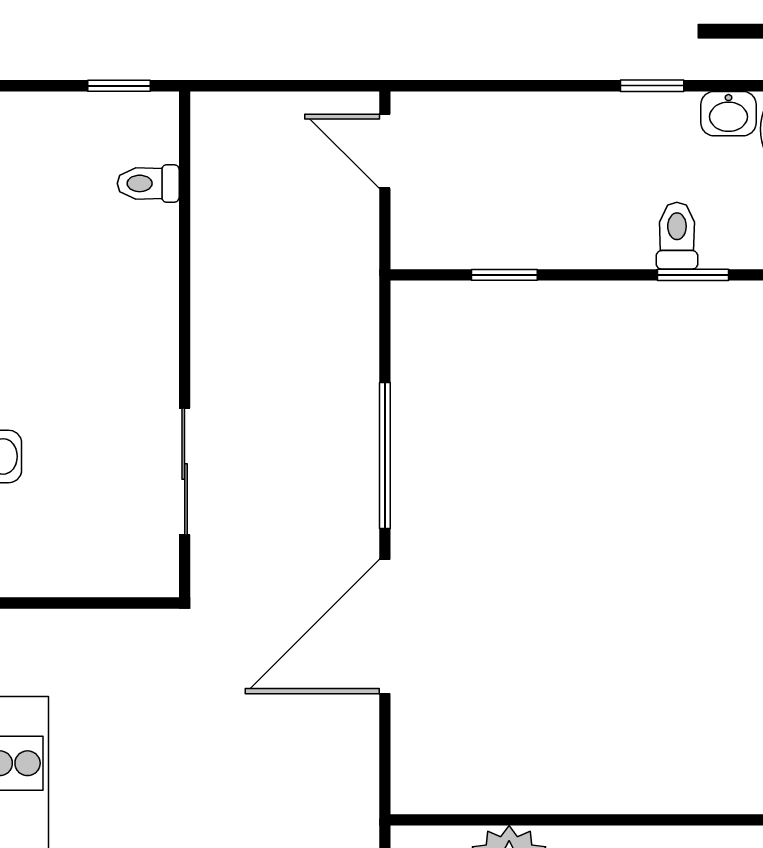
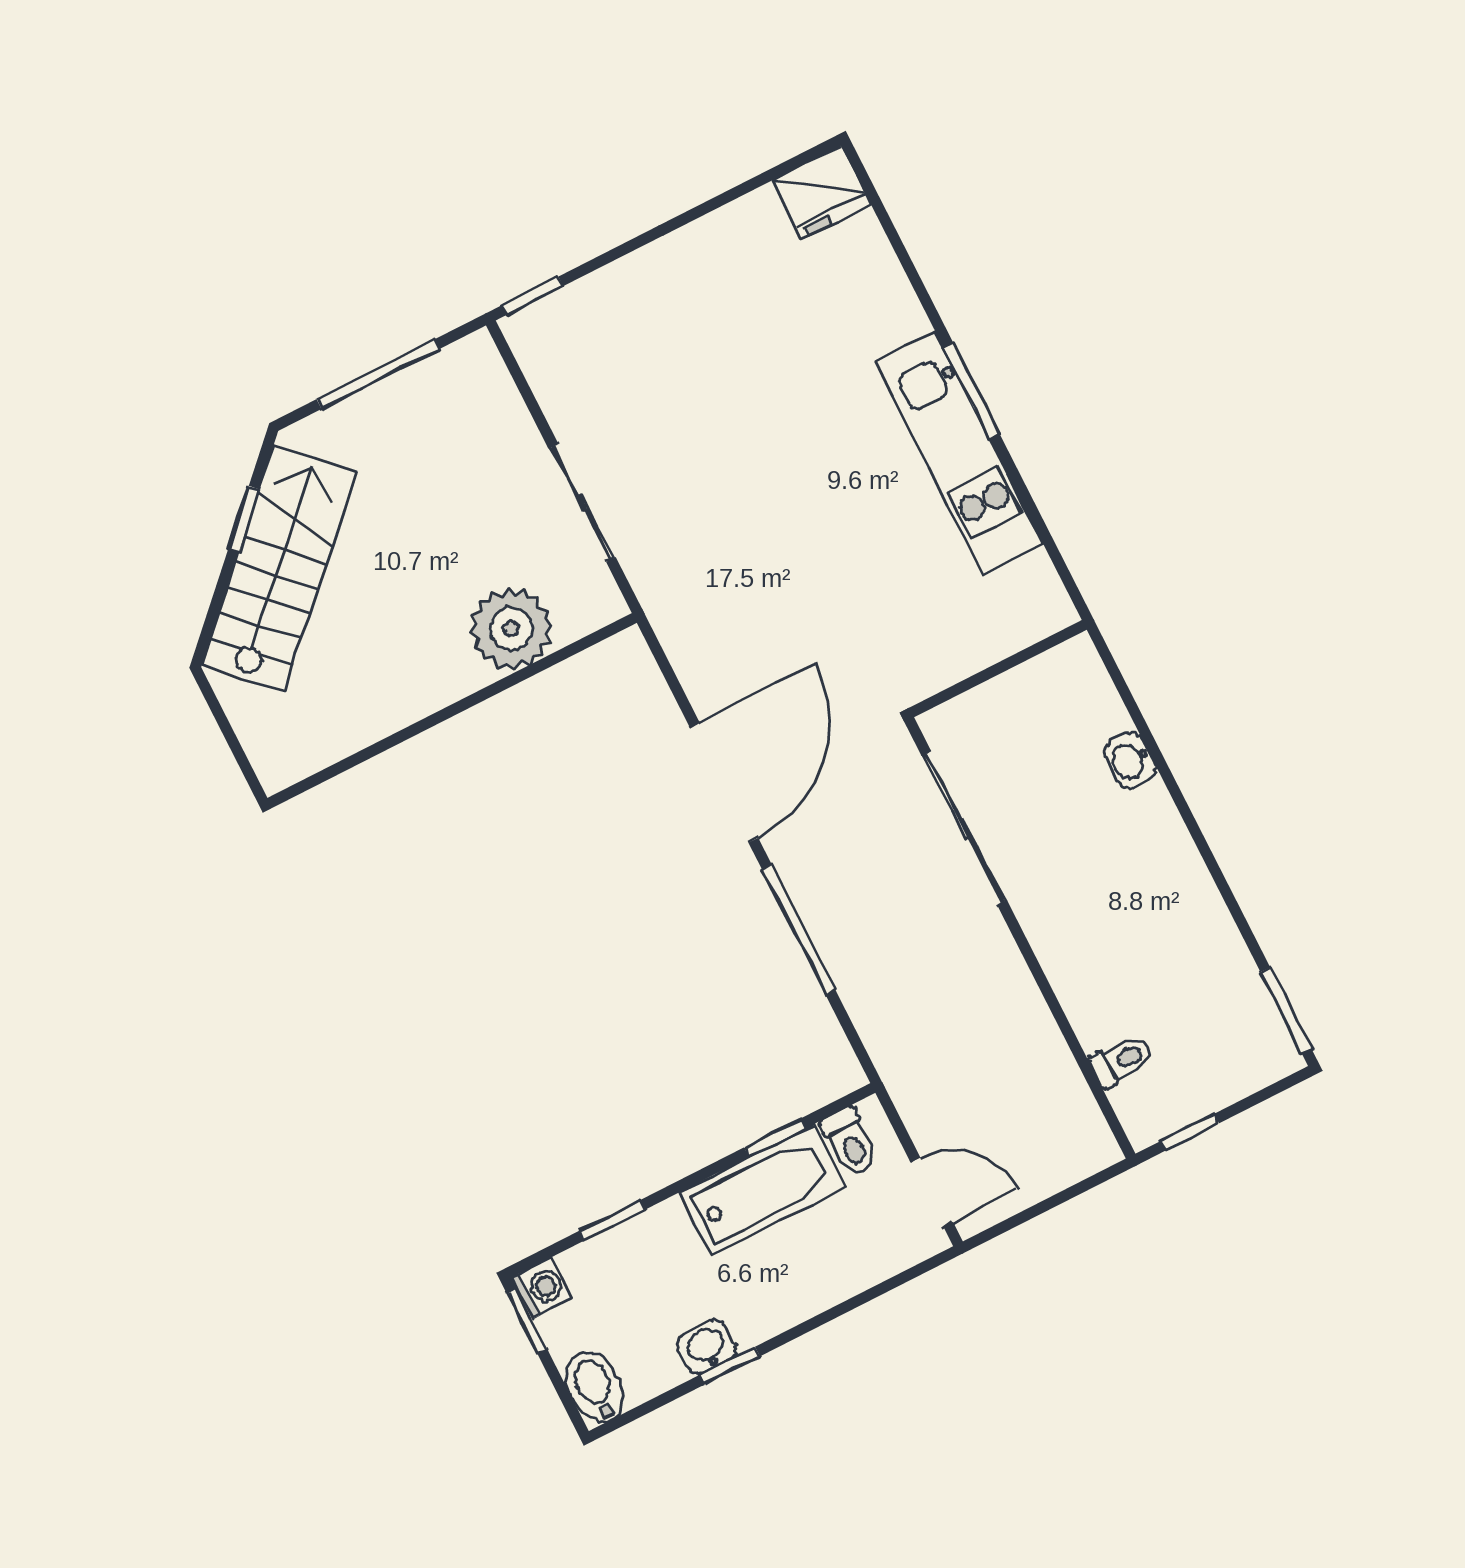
washbasin: (729, 114) -> (707, 1347), moved
bathtub: (540, 233) -> (763, 1190), added
toilet: (677, 236) -> (850, 1142), moved
sliding door: (185, 472) -> (964, 828), width x1.37

